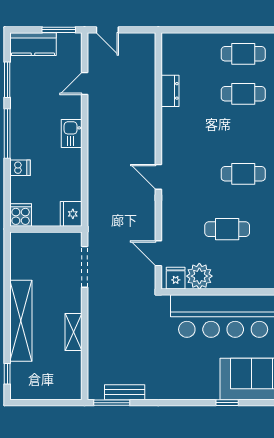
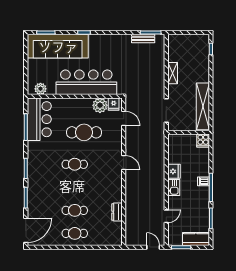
dishwasher: (20, 168) -> (203, 181), moved
fridge: (71, 214) -> (174, 171), moved
cafe table: (227, 229) -> (84, 132), width x1.37, depth x1.35
shelving: (21, 321) -> (203, 106), moved

